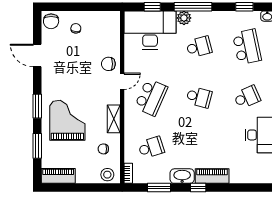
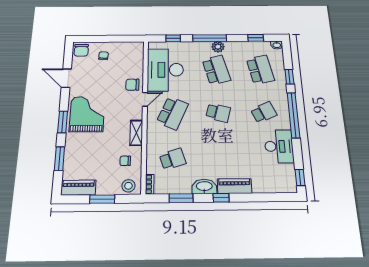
plant: (184, 18) -> (218, 47), moved
desk: (150, 30) -> (165, 70), moved, turned -90
school desk: (199, 47) -> (216, 70), width x1.85
grand piano: (67, 120) -> (87, 114), moved
window: (82, 188) -> (102, 199), added

